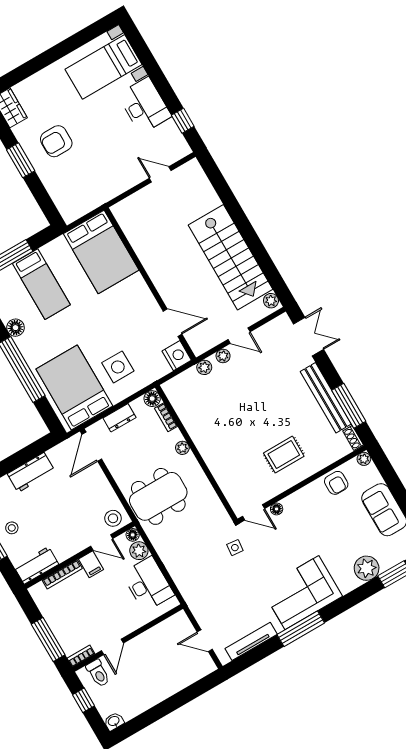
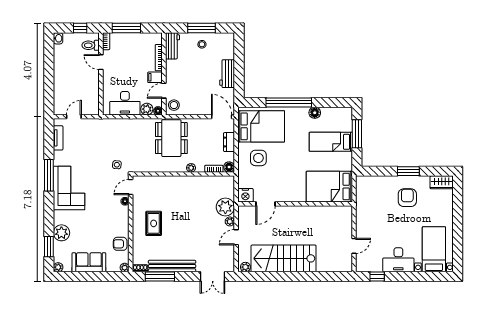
plant: (204, 367) -> (225, 207), width x1.88, depth x1.88
tv unit: (251, 641) -> (58, 138), width x0.71

